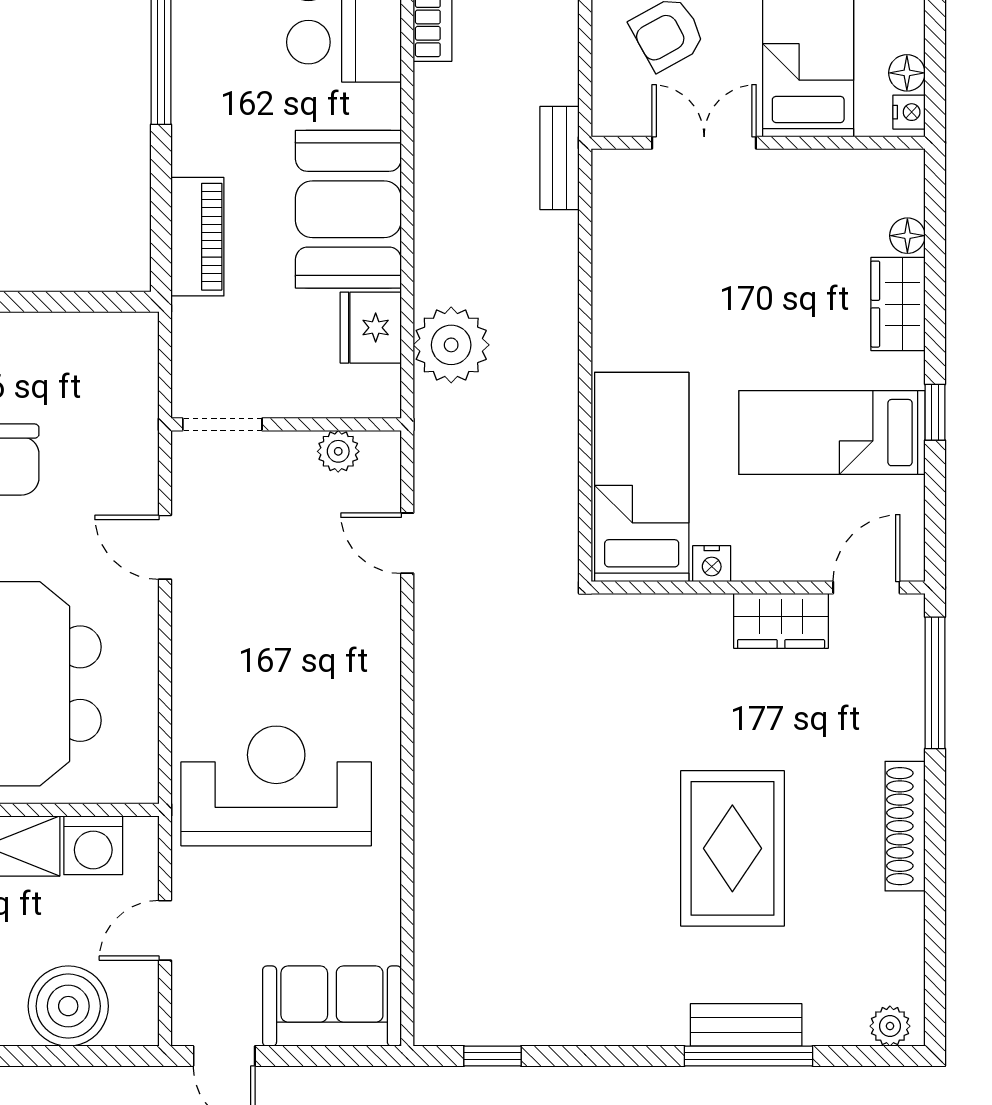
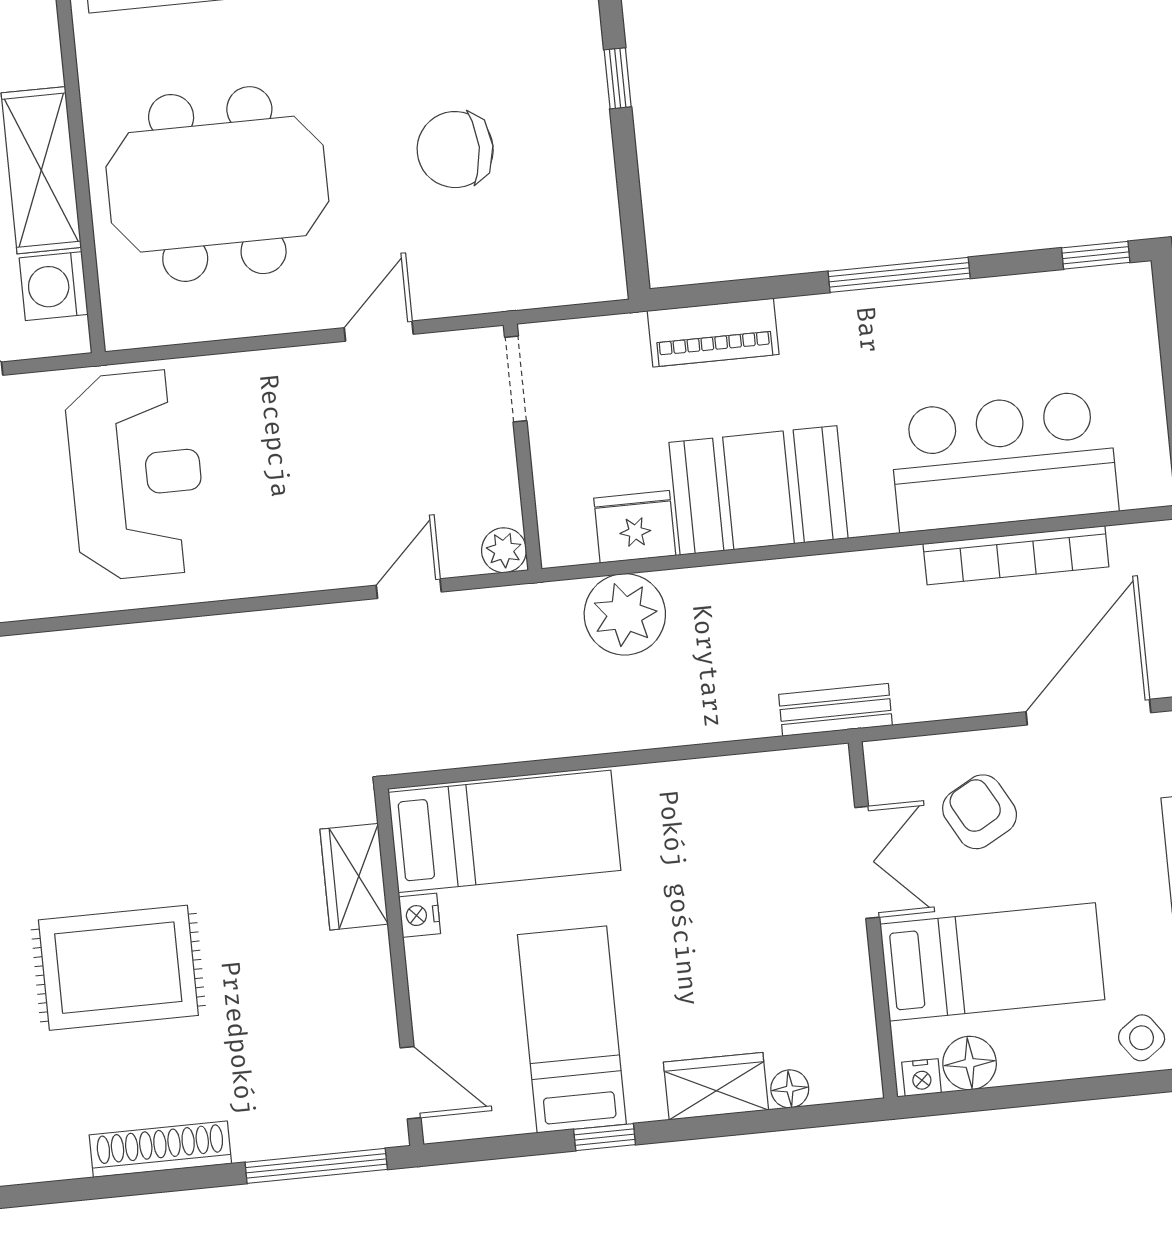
floor lamp: (907, 73) -> (970, 1063), width x1.37, depth x1.37
plant: (338, 451) -> (504, 550), moved
wardrobe: (781, 621) -> (354, 877), moved

